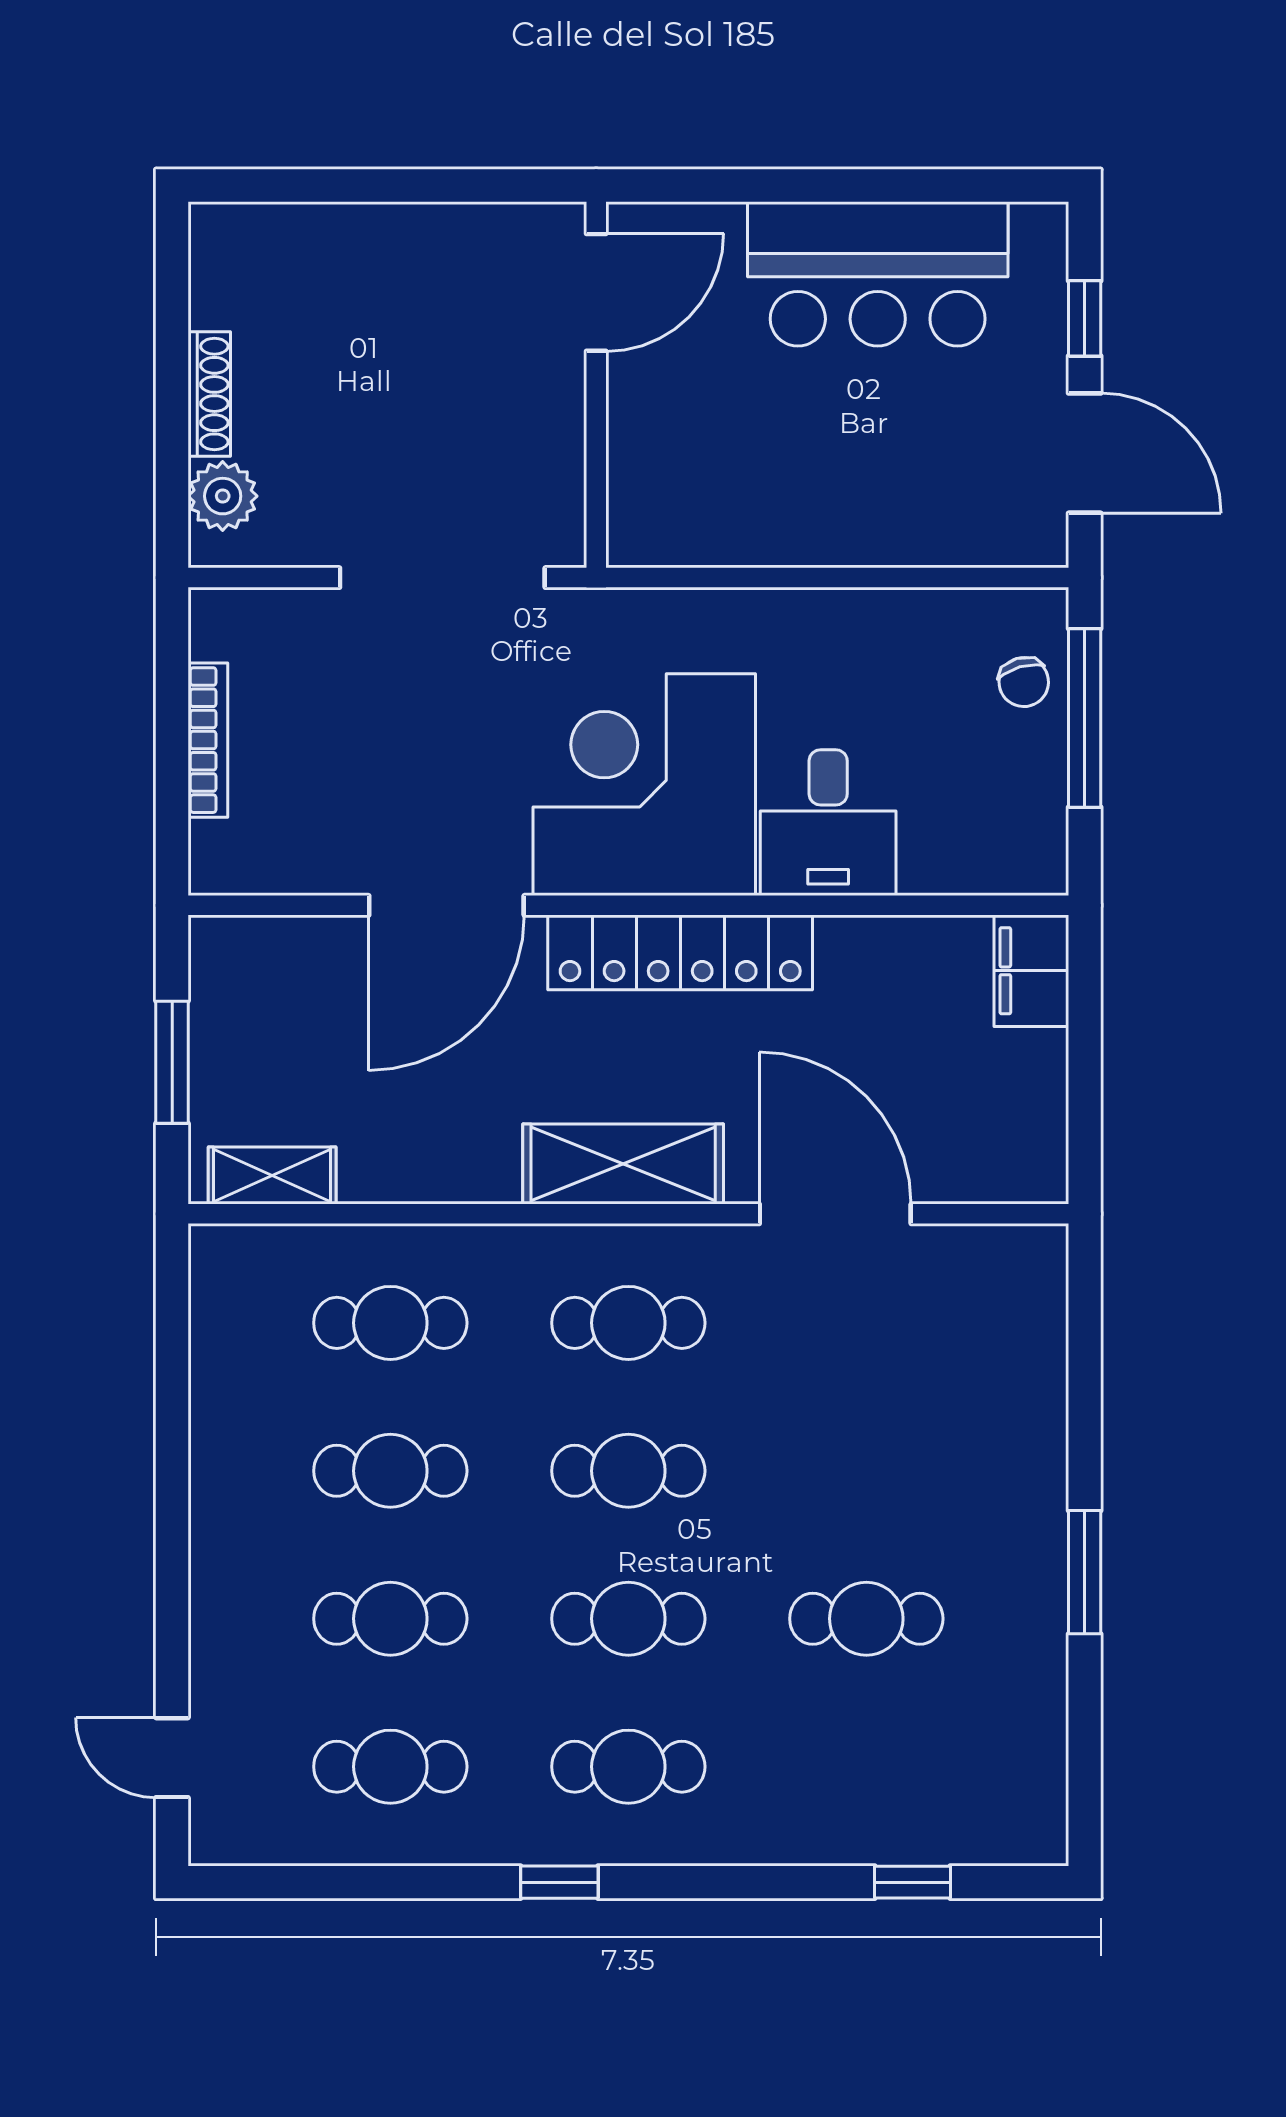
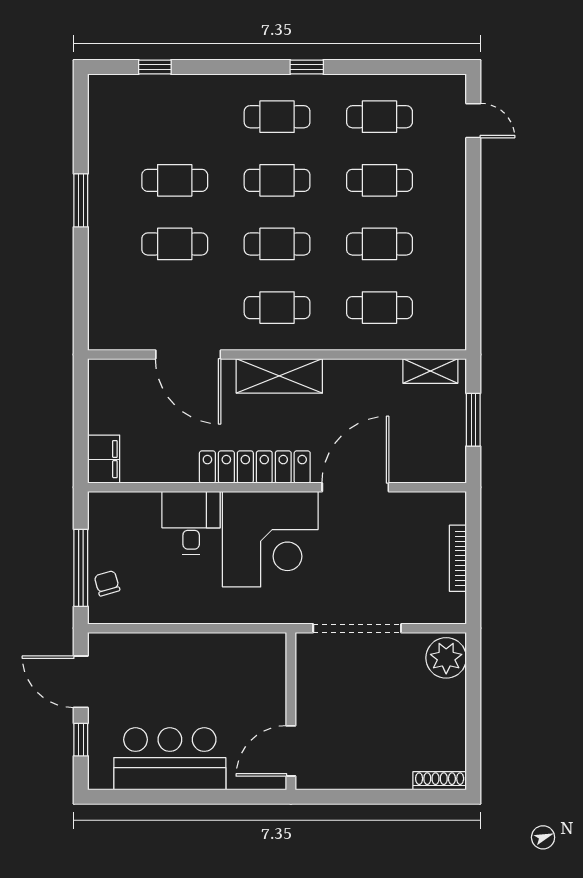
shoe rack: (209, 394) -> (440, 781), moved, turned 90
plant: (223, 496) -> (446, 658), width x1.36, depth x1.36
cafe table: (866, 1471) -> (175, 244), added

